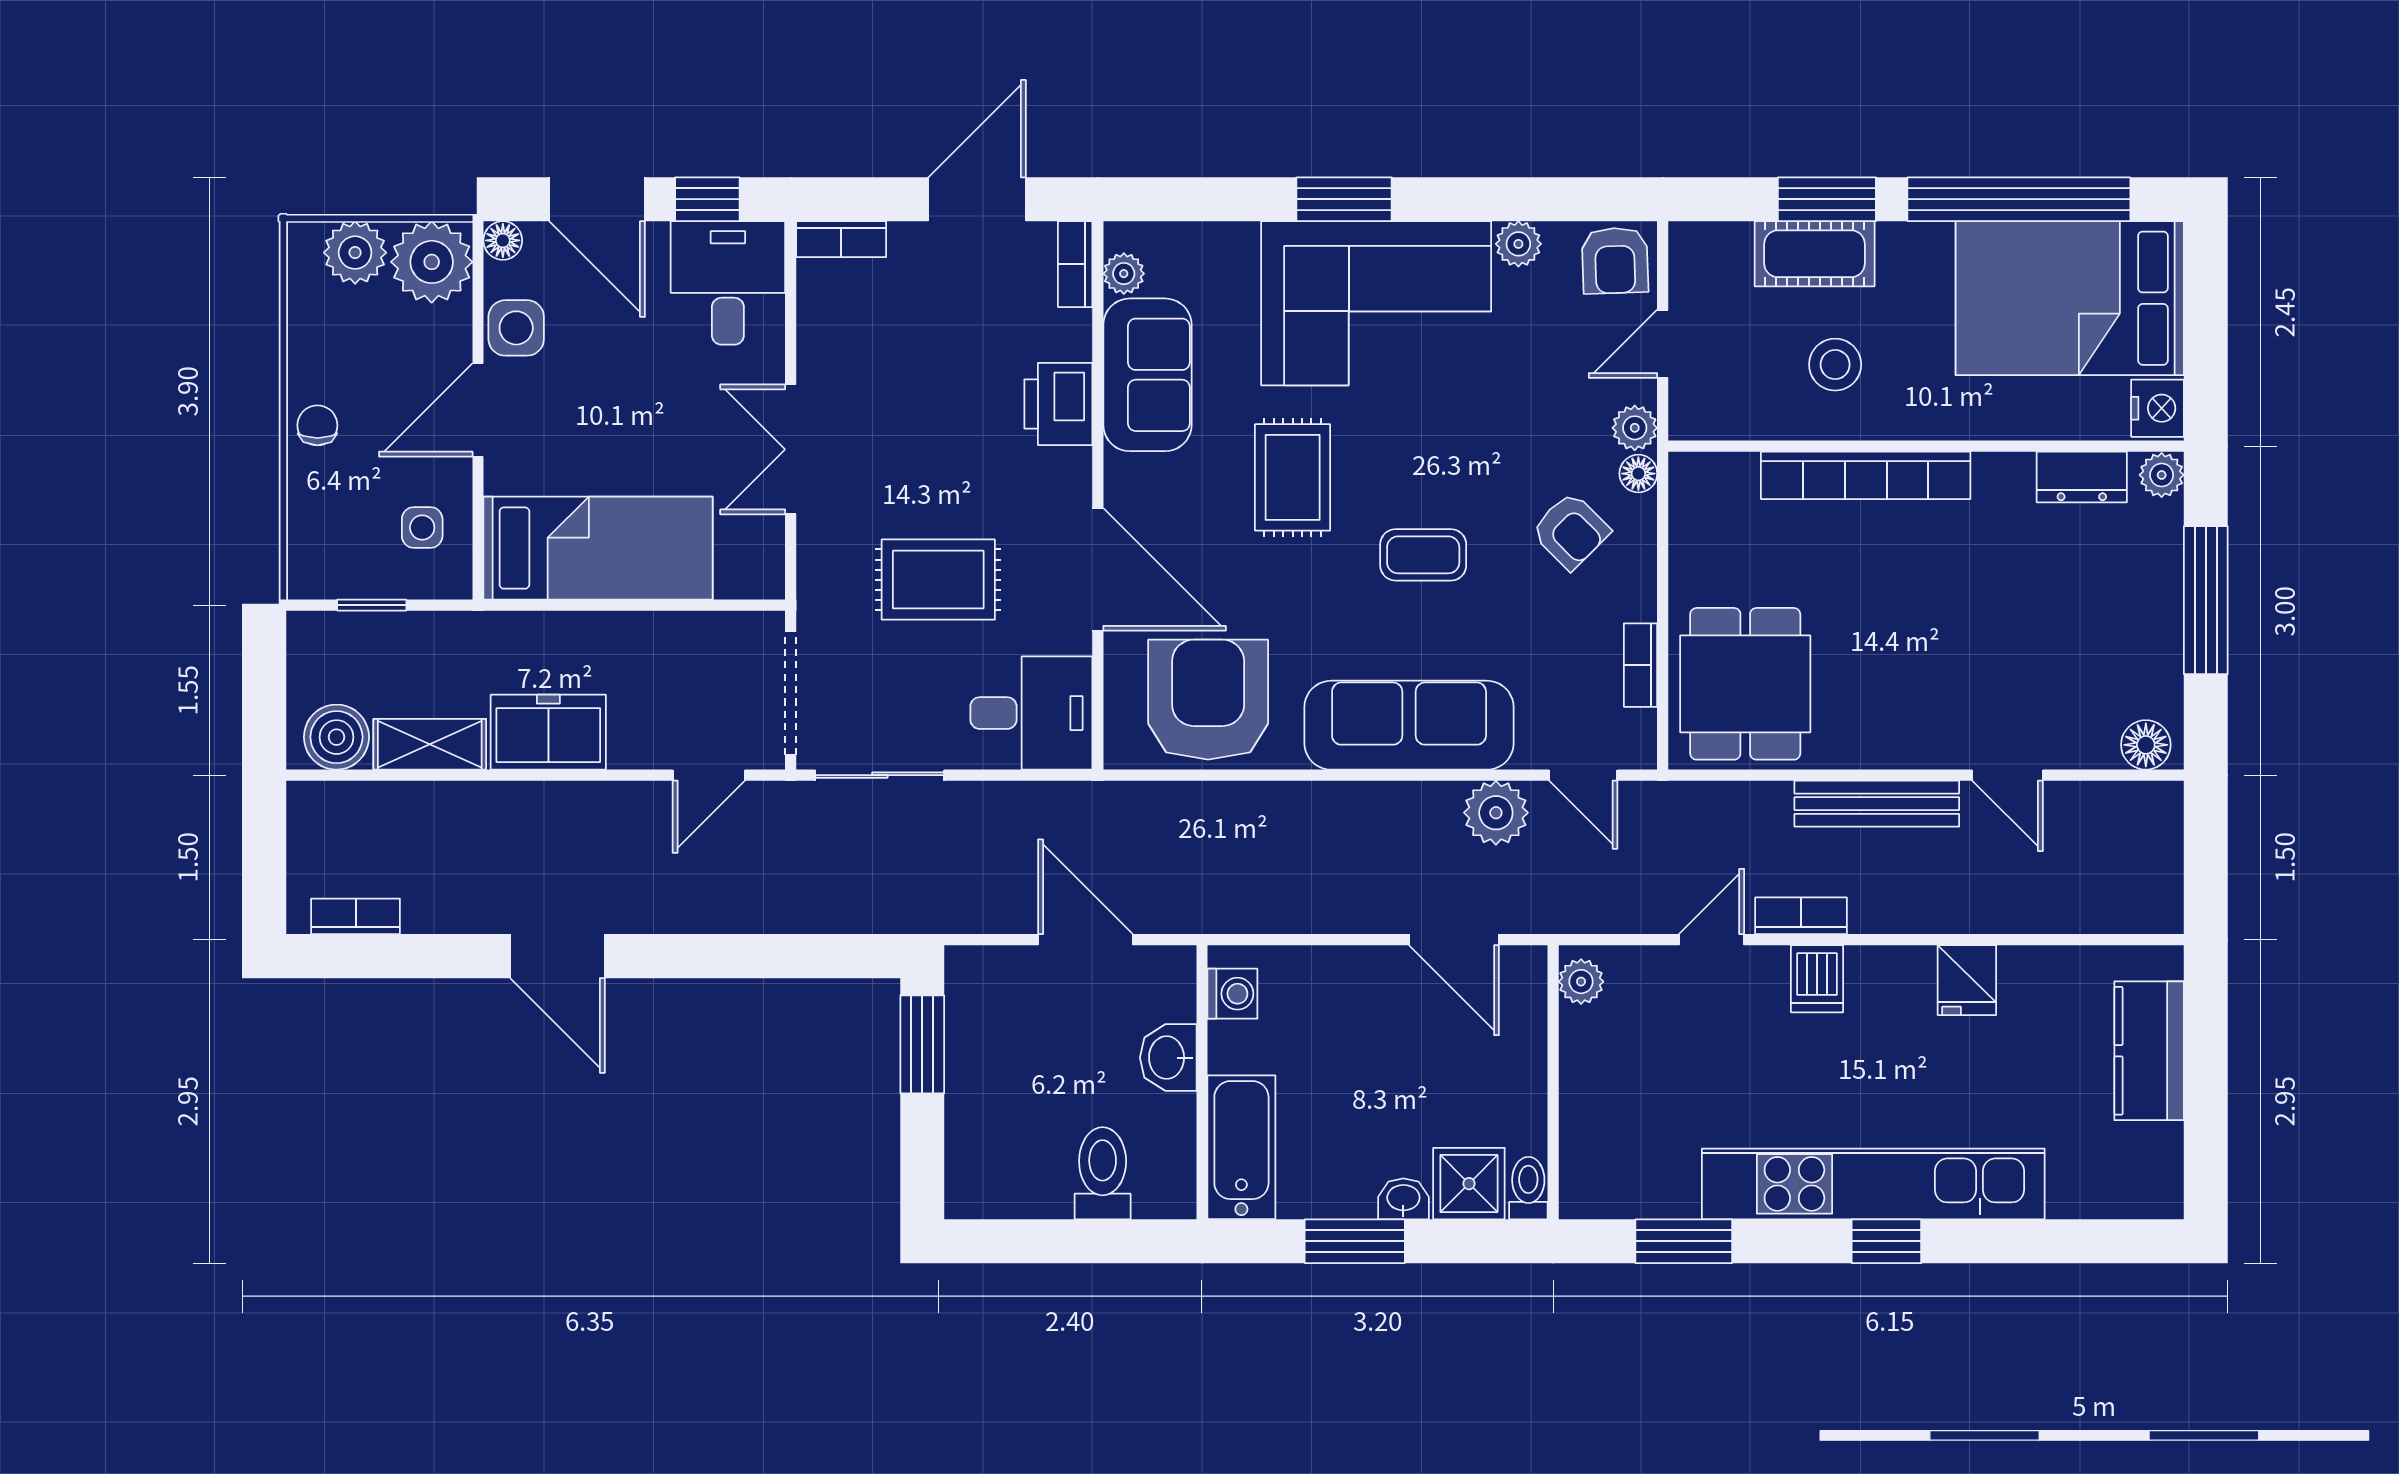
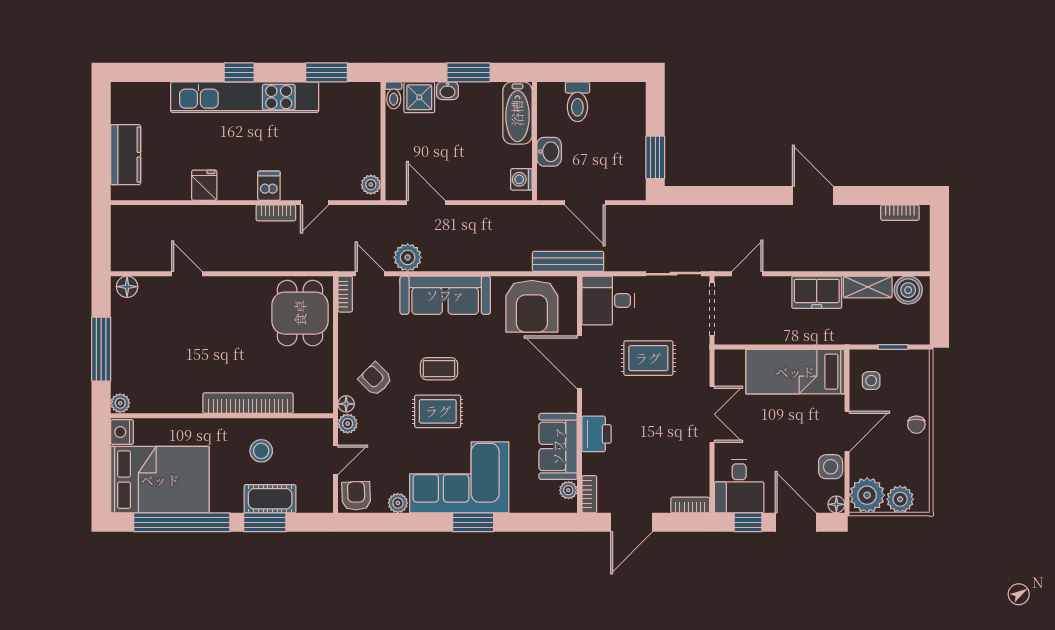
rug: (1293, 477) -> (438, 411), moved, turned 90
dresser: (2082, 477) -> (155, 402), removed
bookcase: (1641, 665) -> (345, 294), moved
bench: (1877, 804) -> (568, 261), moved

